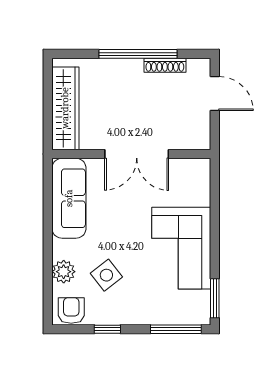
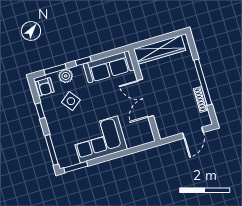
window: (48, 236) -> (83, 61), added
window: (48, 286) -> (55, 69), added
armchair: (71, 310) -> (45, 87), turned 90

